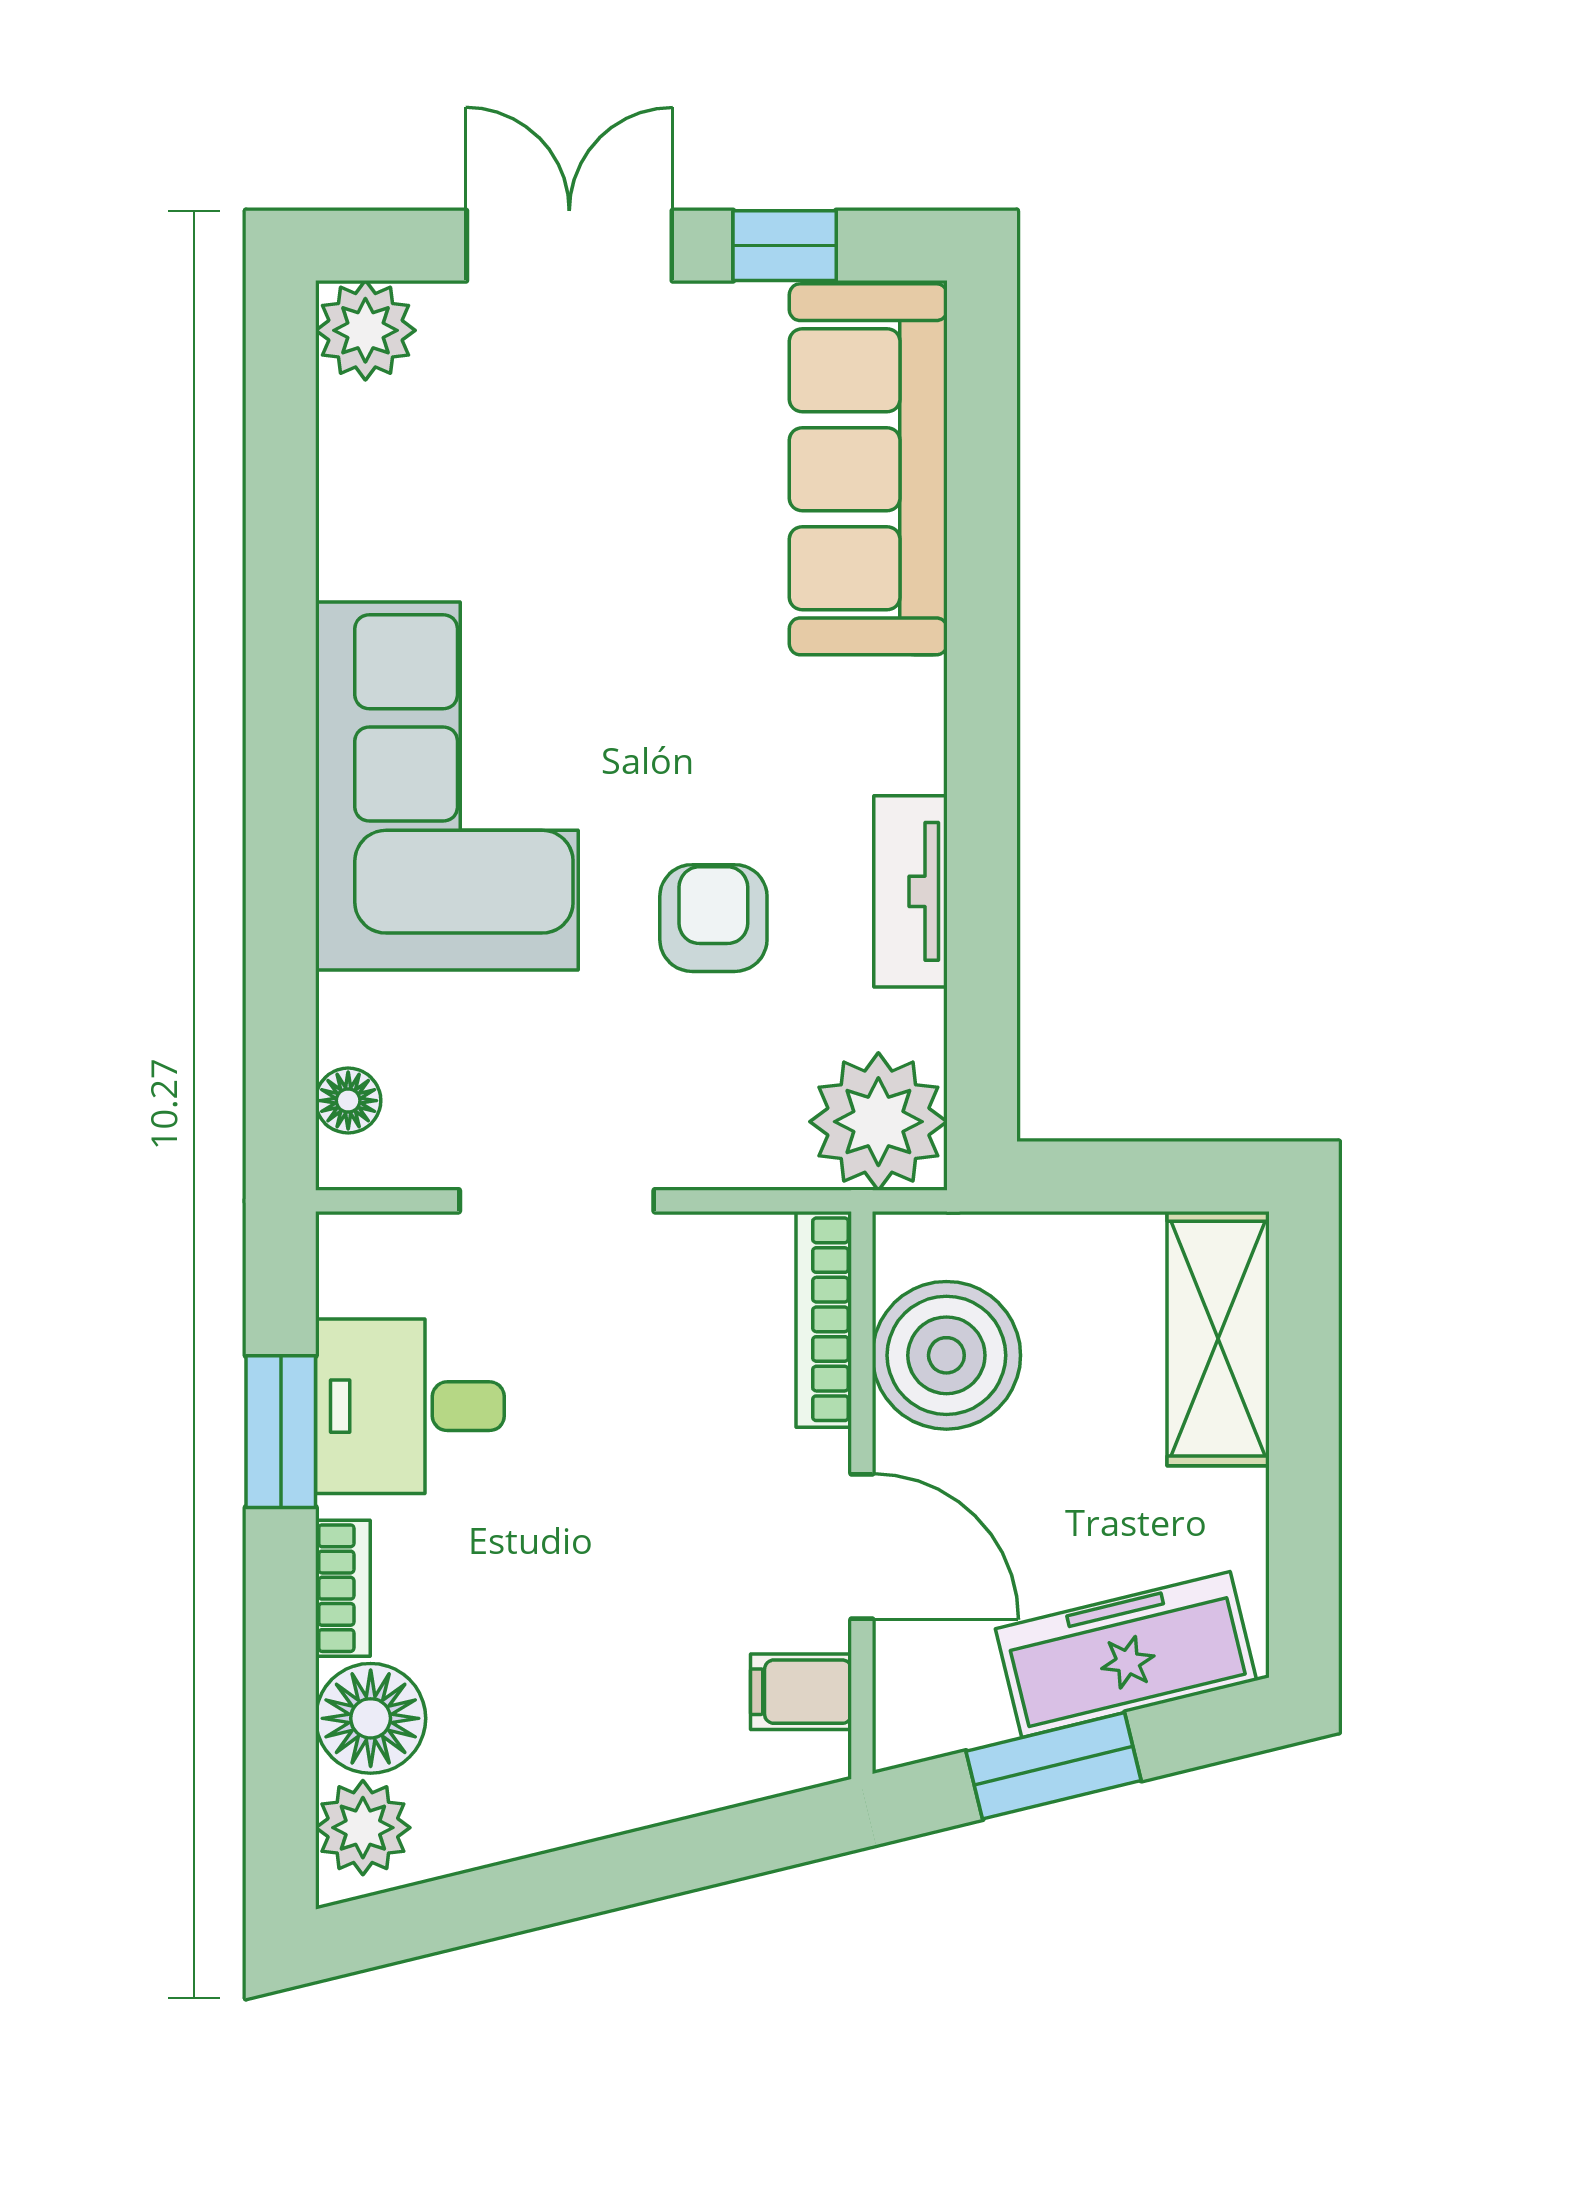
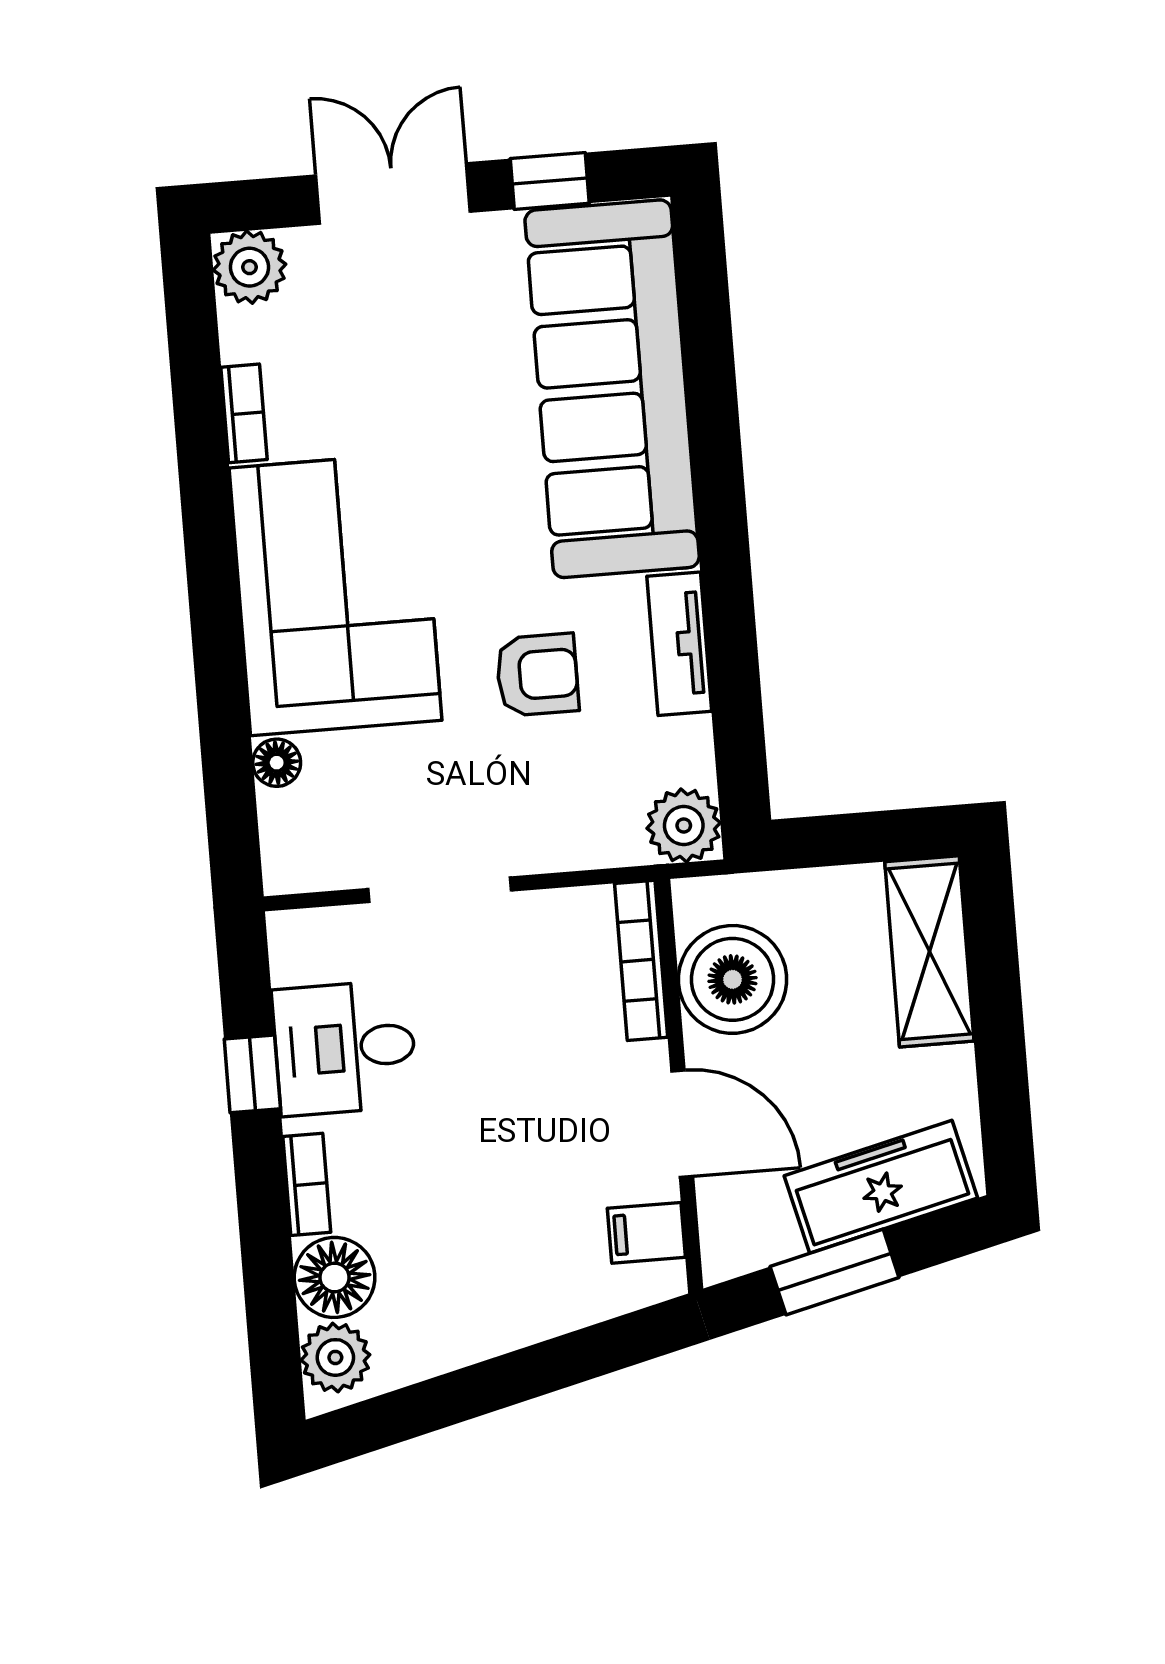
sofa: (868, 469) -> (612, 389), width x1.36, depth x1.27
bookcase: (342, 529) -> (244, 413), added
armchair: (713, 918) -> (537, 675), turned 90
floor lamp: (348, 1101) -> (277, 763), moved
plant: (878, 1122) -> (684, 826), width x0.73, depth x0.73
window: (281, 1432) -> (252, 1074), width x0.67

